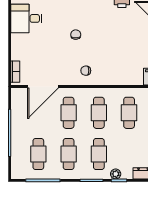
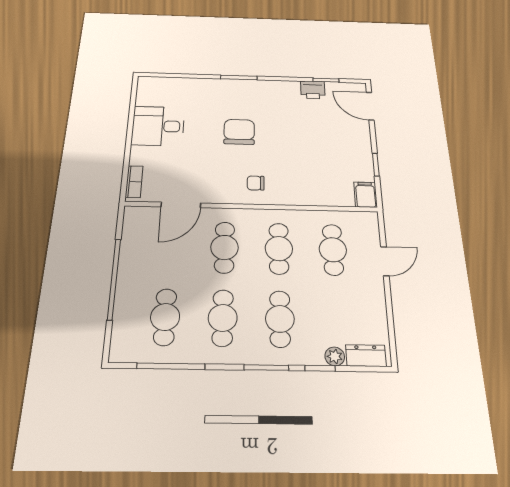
desk: (26, 18) -> (158, 126), moved
chair: (76, 35) -> (239, 132), width x1.87, depth x1.87
door: (43, 86) -> (181, 205), width x0.73
plant: (116, 174) -> (335, 356), moved

